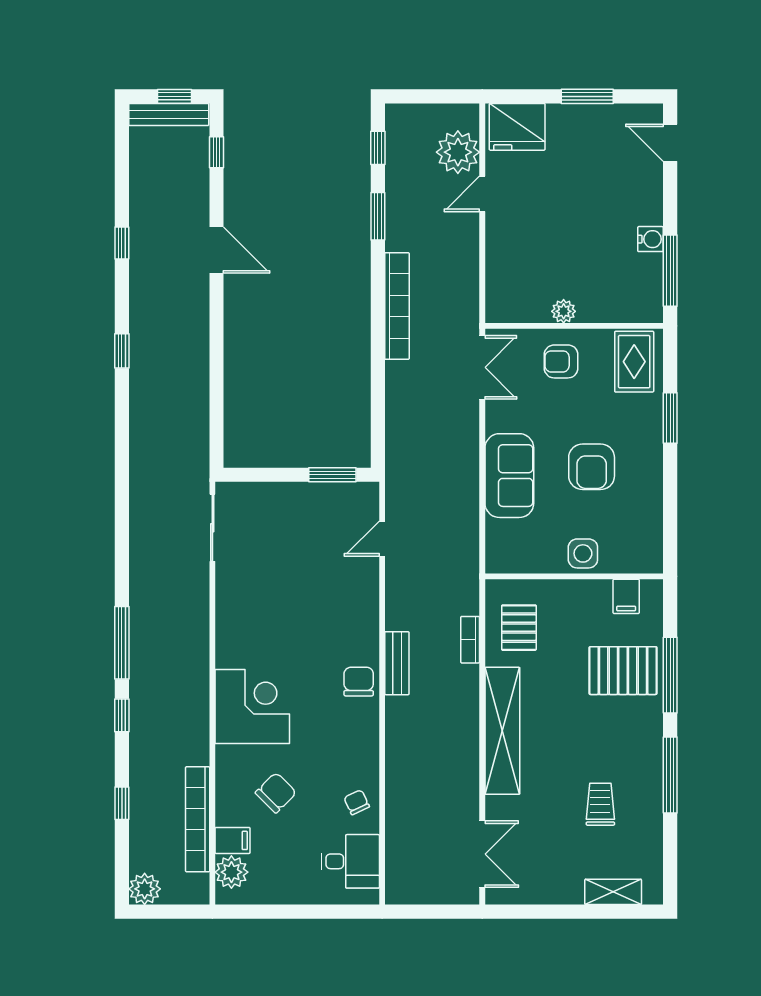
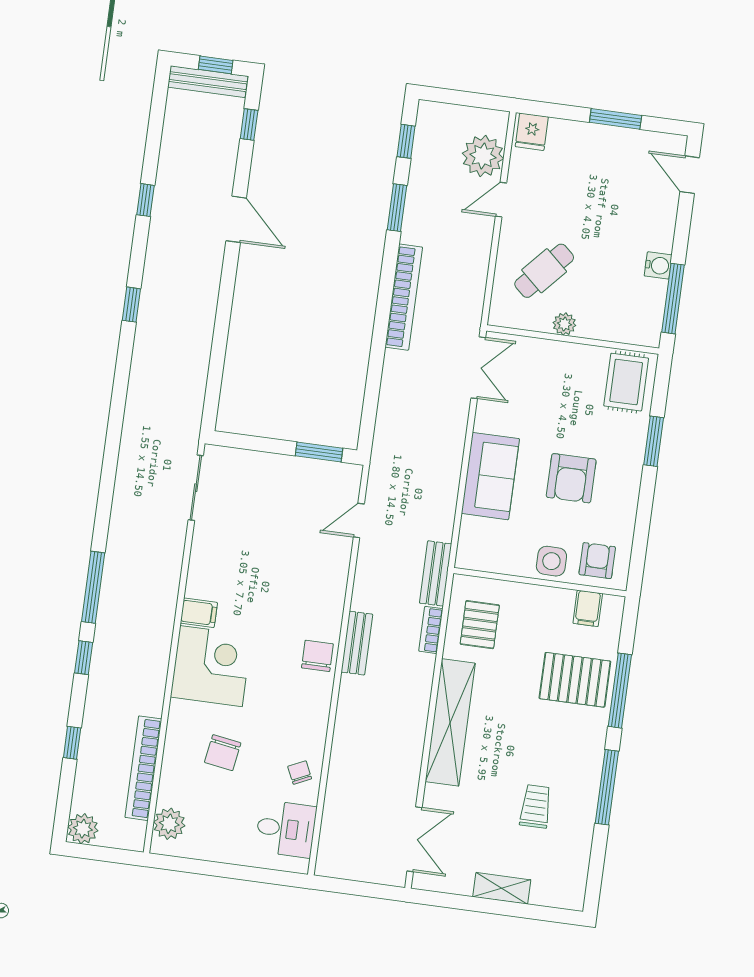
fridge: (517, 127) -> (532, 132), width x0.53, depth x0.75
cafe table: (536, 260) -> (544, 271), added
armchair: (561, 361) -> (597, 561), moved, turned 90
bench: (467, 582) -> (436, 573), added
chair: (276, 793) -> (223, 753), turned 144
filing cabinet: (233, 840) -> (199, 613), moved
shelving: (613, 892) -> (502, 888), moved

